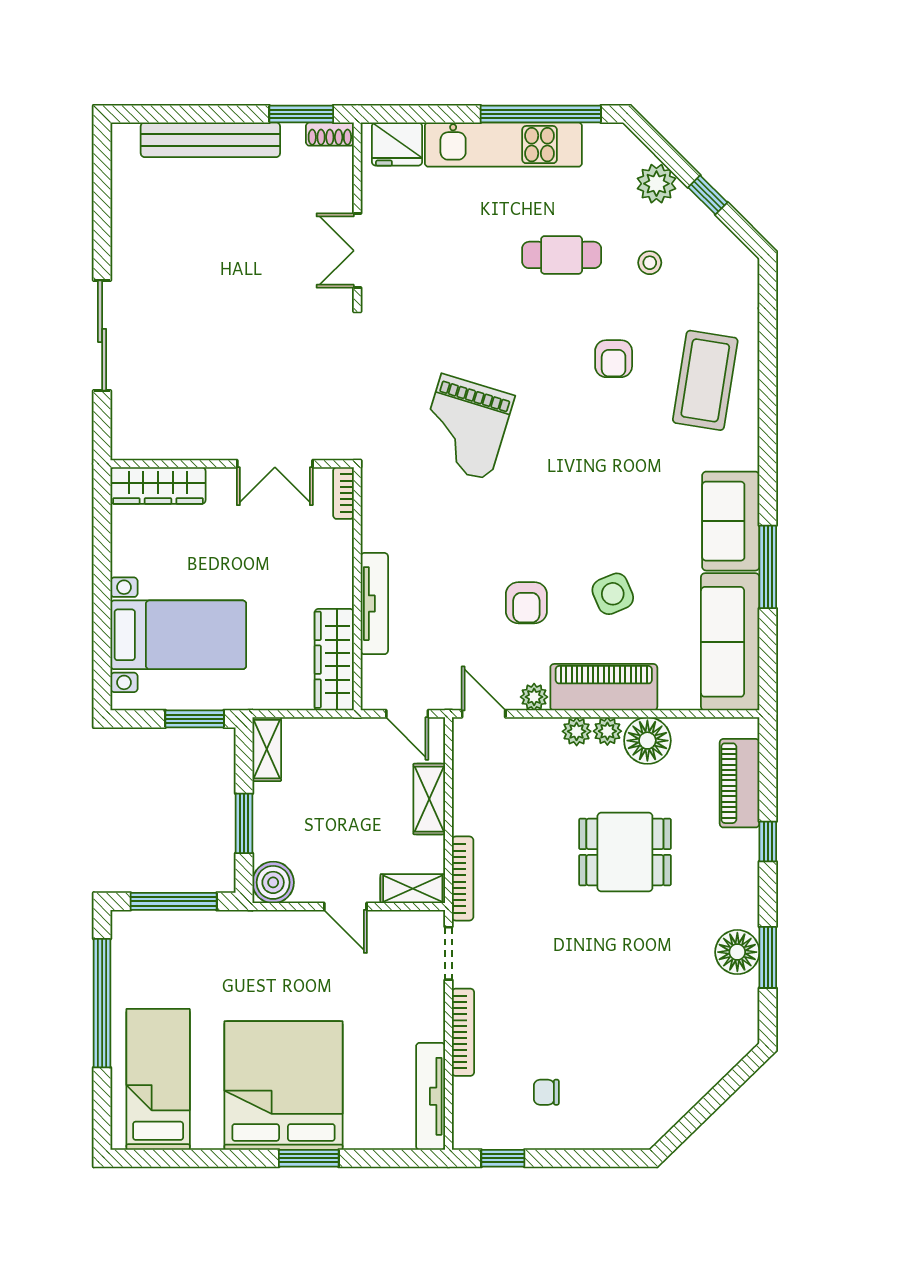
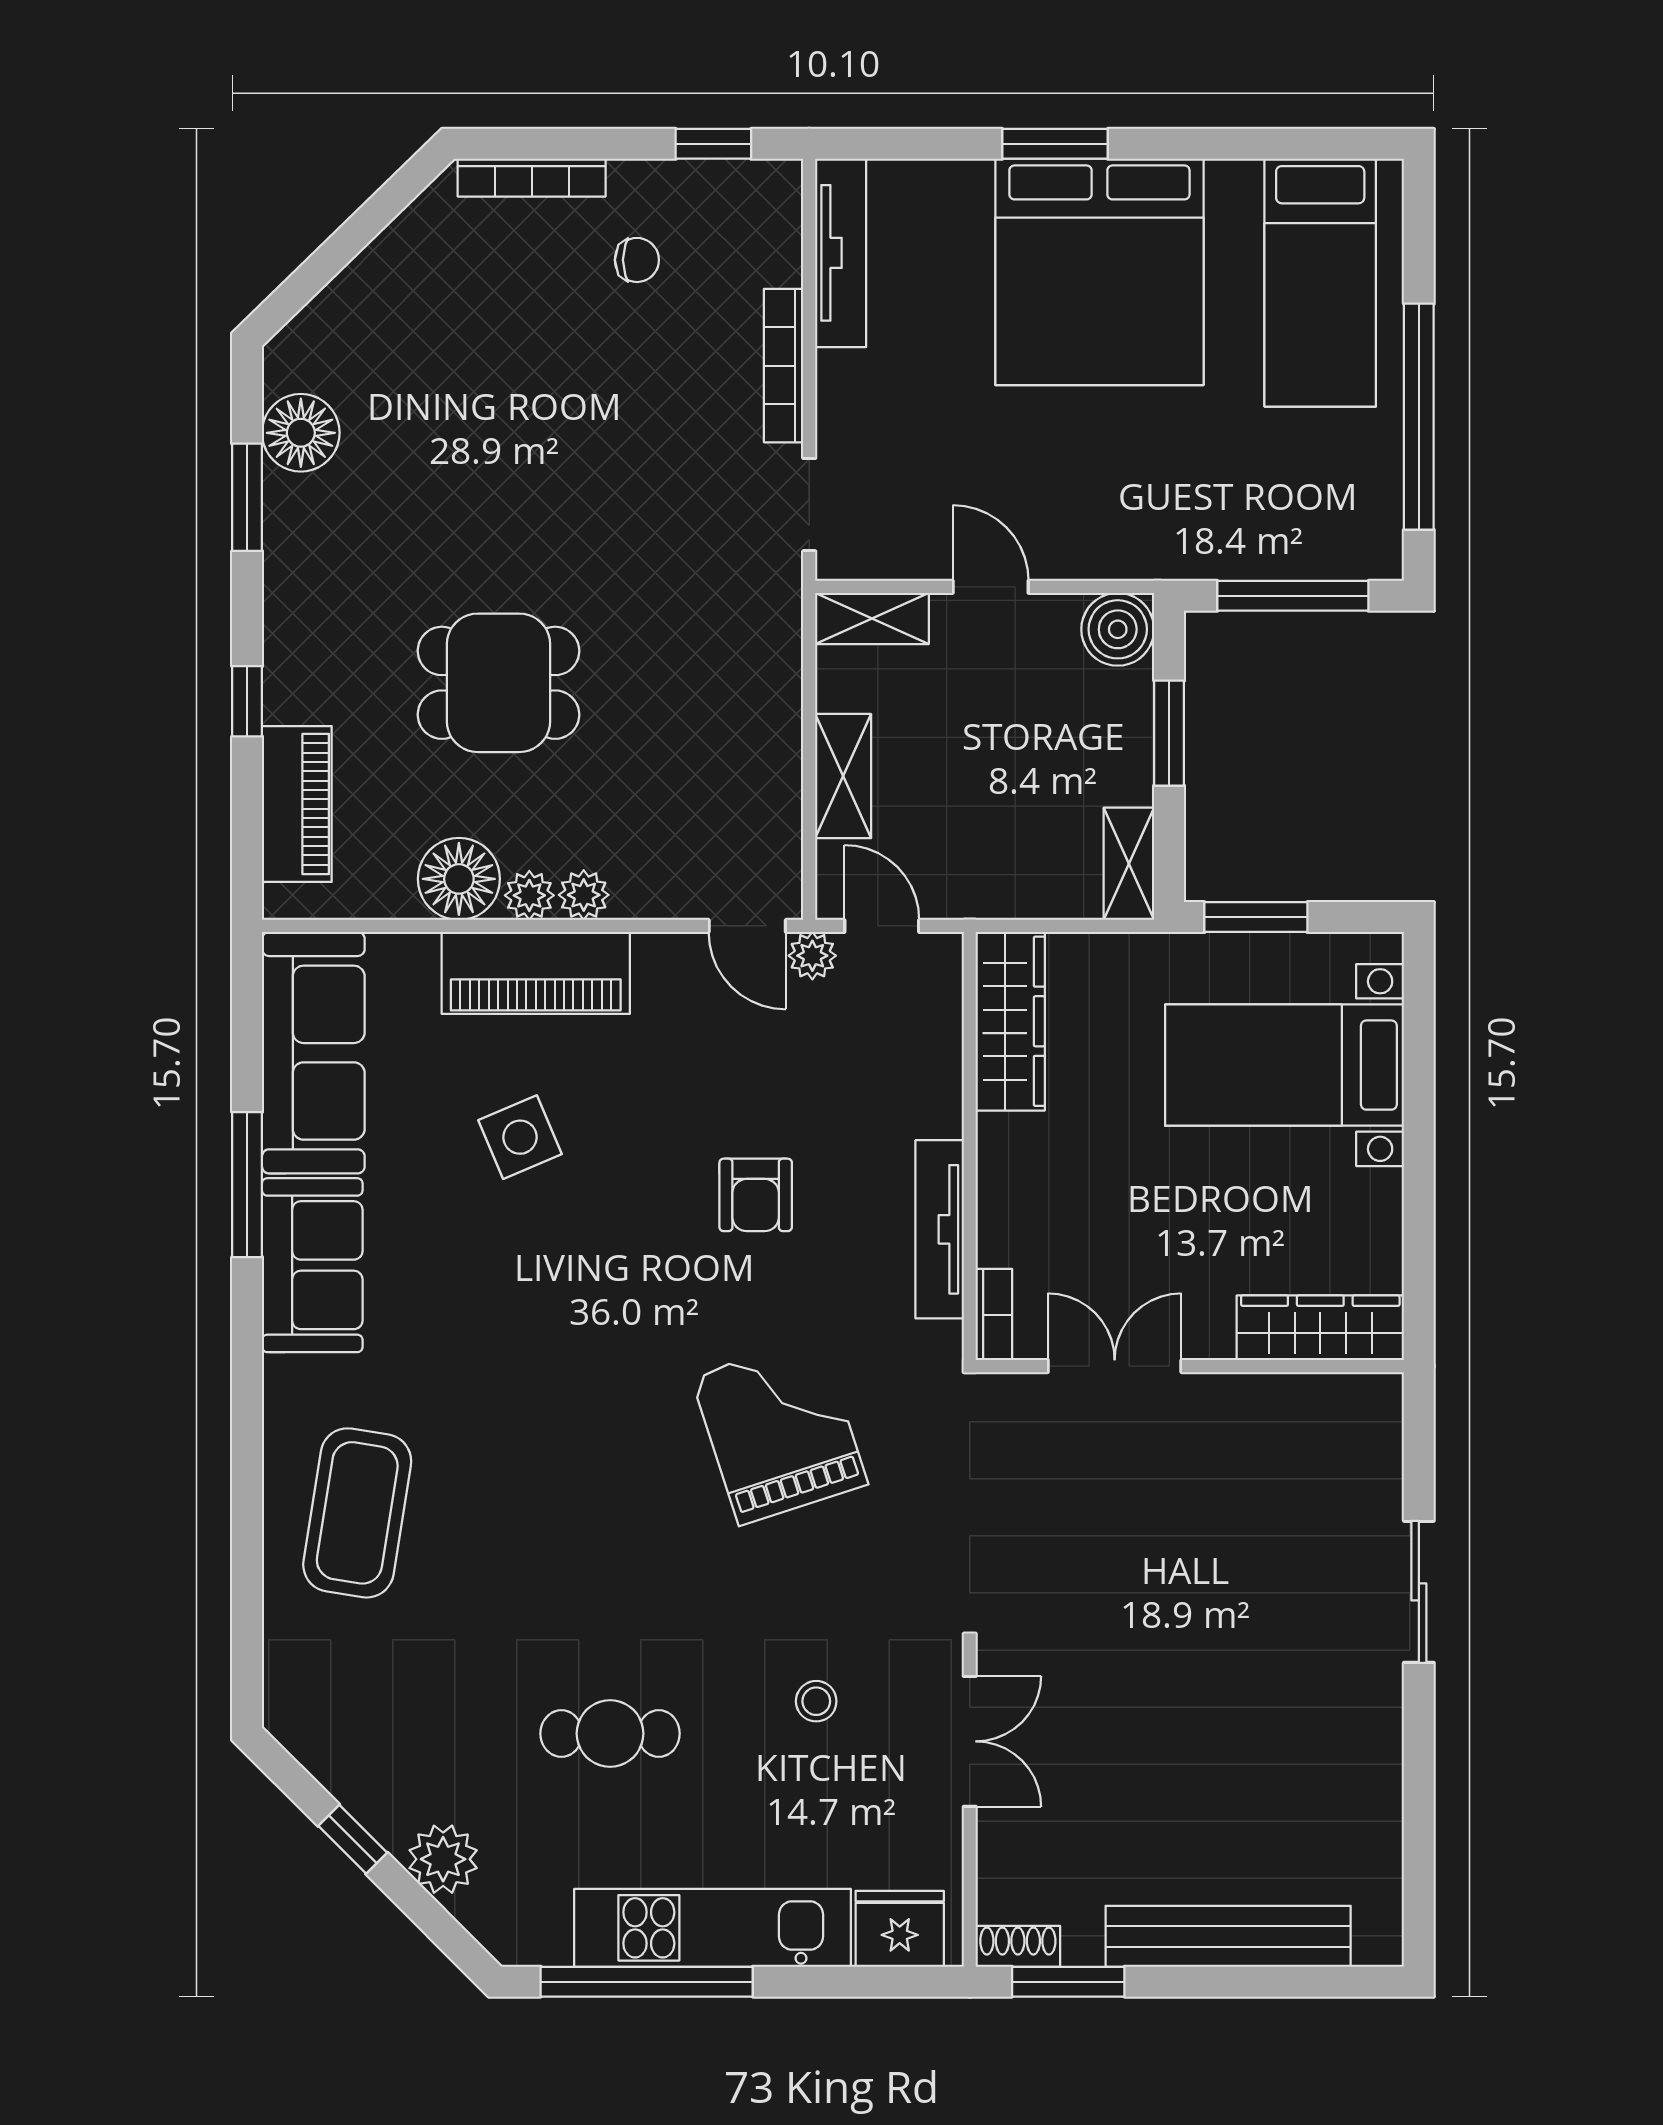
stool: (650, 263) -> (816, 1701), moved
sliding door: (102, 335) -> (1419, 1592), width x0.73
armchair: (614, 359) -> (519, 1551), removed
grand piano: (465, 427) -> (779, 1430), turned -35
armchair: (526, 603) -> (756, 1195), moved, turned 180
tv unit: (374, 604) -> (940, 1229), moved
plant: (534, 697) -> (812, 956), moved
bookcase: (463, 878) -> (532, 178), moved, turned -90
floor lamp: (737, 952) -> (301, 433), moved

